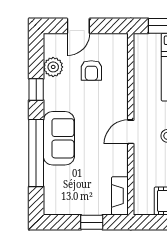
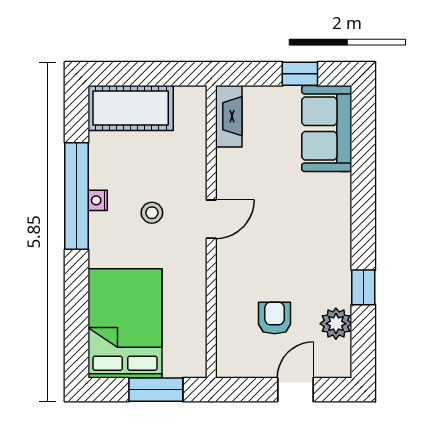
sofa: (59, 138) -> (327, 128), moved
window: (36, 153) -> (363, 185), removed
window: (92, 222) -> (300, 74), moved

